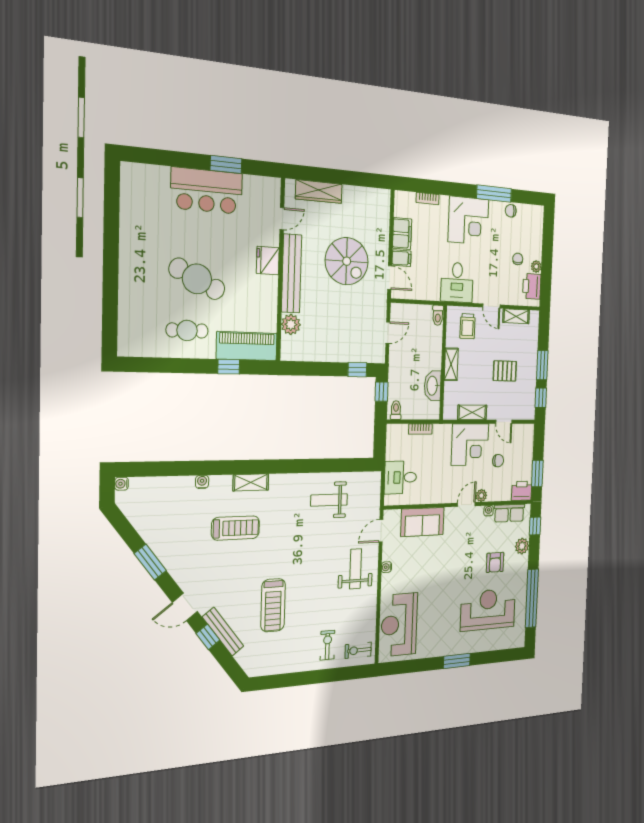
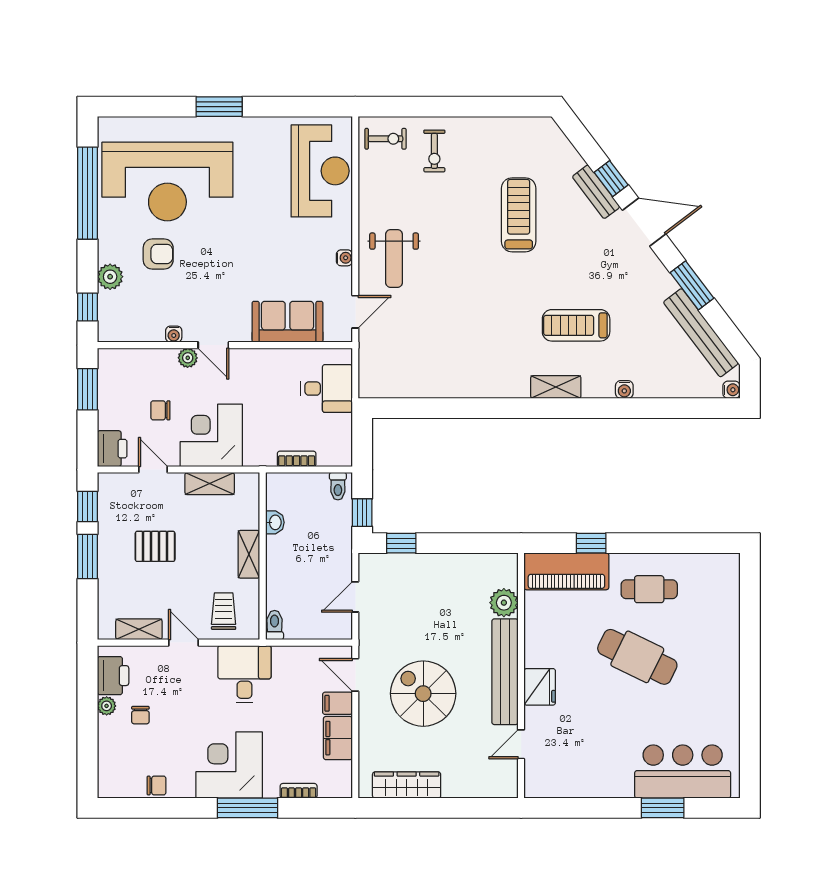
window: (226, 164) -> (663, 808), moved
bar counter: (207, 191) -> (683, 772), moved
wardrobe: (319, 192) -> (407, 785), moved
window: (494, 194) -> (248, 808), moved
washbasin: (433, 386) -> (275, 522), width x0.52, depth x0.69
printer: (522, 491) -> (112, 449), moved, turned -90
weight bench: (329, 500) -> (439, 359), removed
door: (466, 504) -> (213, 345), hinge flipped
row of seats: (509, 513) -> (136, 329), removed
bench: (144, 527) -> (701, 333), added
armchair: (495, 562) -> (158, 254), turned 90
door: (185, 607) -> (644, 222), width x1.38
reception desk: (488, 610) -> (167, 182), width x1.36, depth x1.30
bench: (223, 632) -> (596, 192), width x0.73

